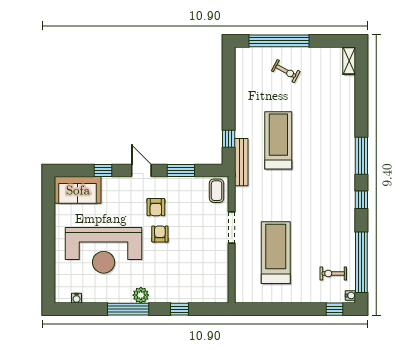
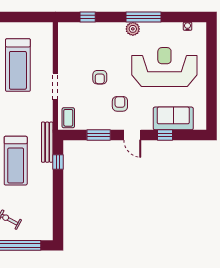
sofa: (78, 190) -> (173, 118), moved
armchair: (160, 234) -> (100, 77), moved
window: (180, 309) -> (88, 17), moved

